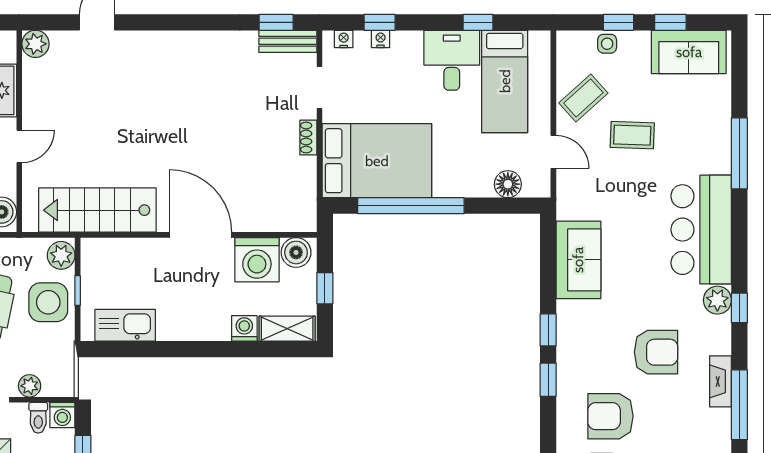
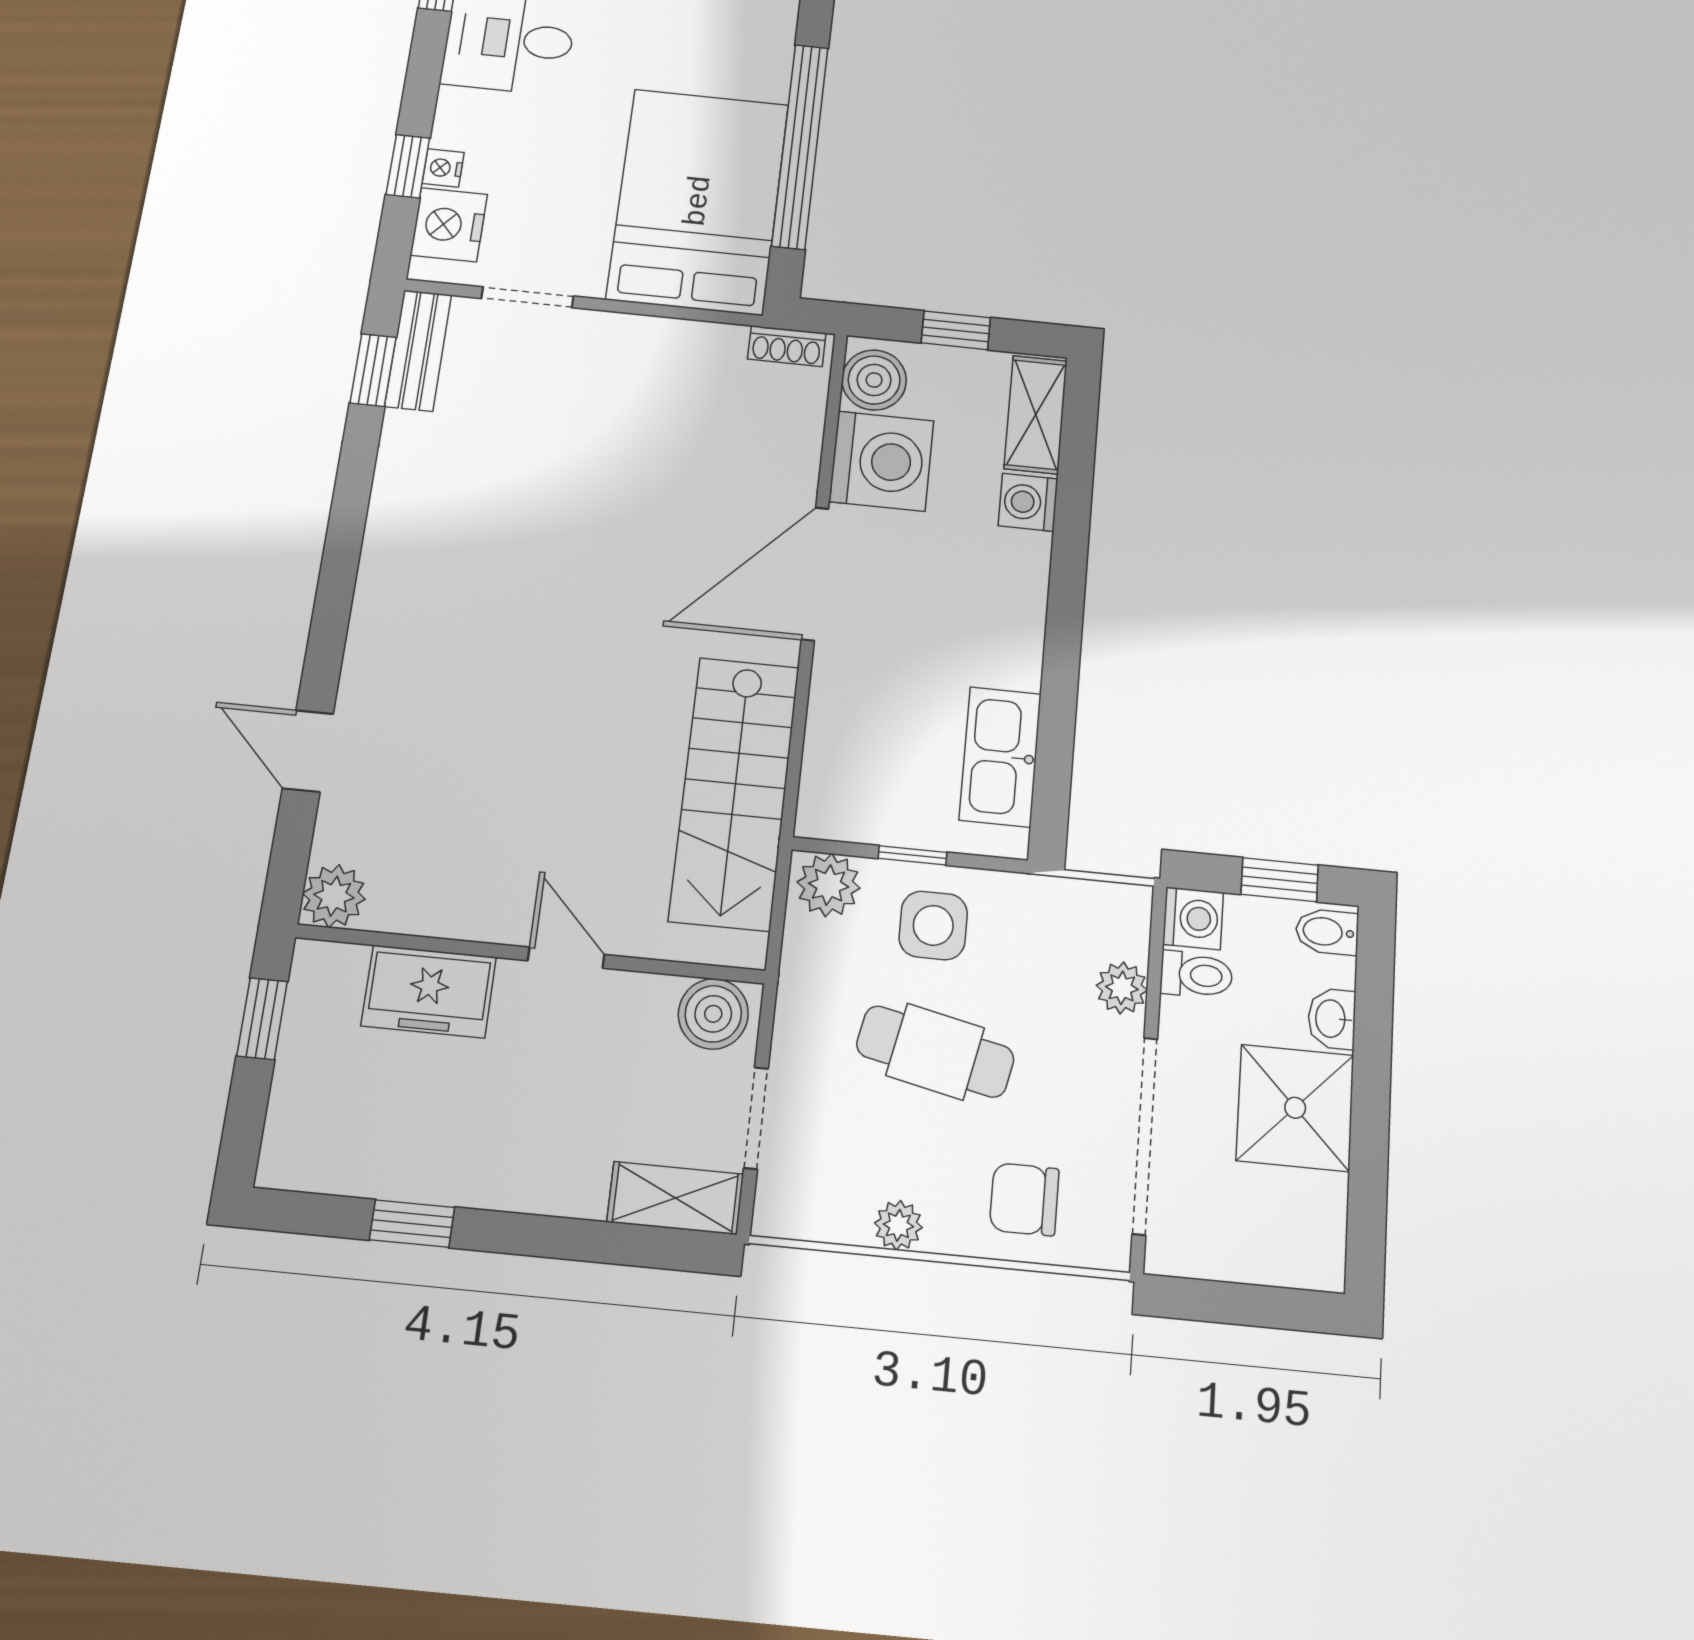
nightstand: (344, 39) -> (449, 225), width x1.89, depth x1.79
shoe rack: (308, 137) -> (787, 346), moved
side table: (48, 302) -> (933, 925), width x0.73, depth x0.73

